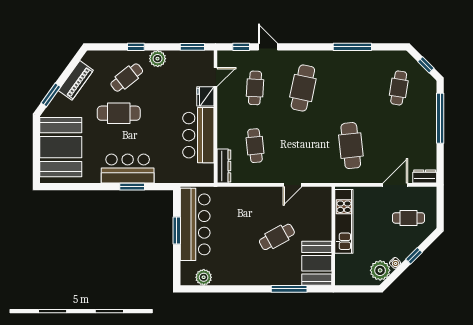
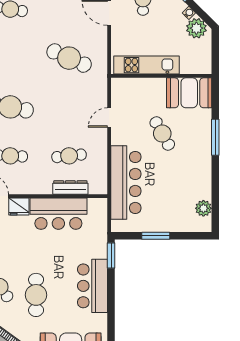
cafe table: (351, 146) -> (69, 58), turned 30
dresser: (224, 166) -> (70, 188), moved
door: (292, 185) -> (109, 118), swing flipped
window: (132, 187) -> (111, 255), moved
bar counter: (195, 224) -> (126, 182), moved, turned 90
window: (289, 289) -> (215, 137), moved

